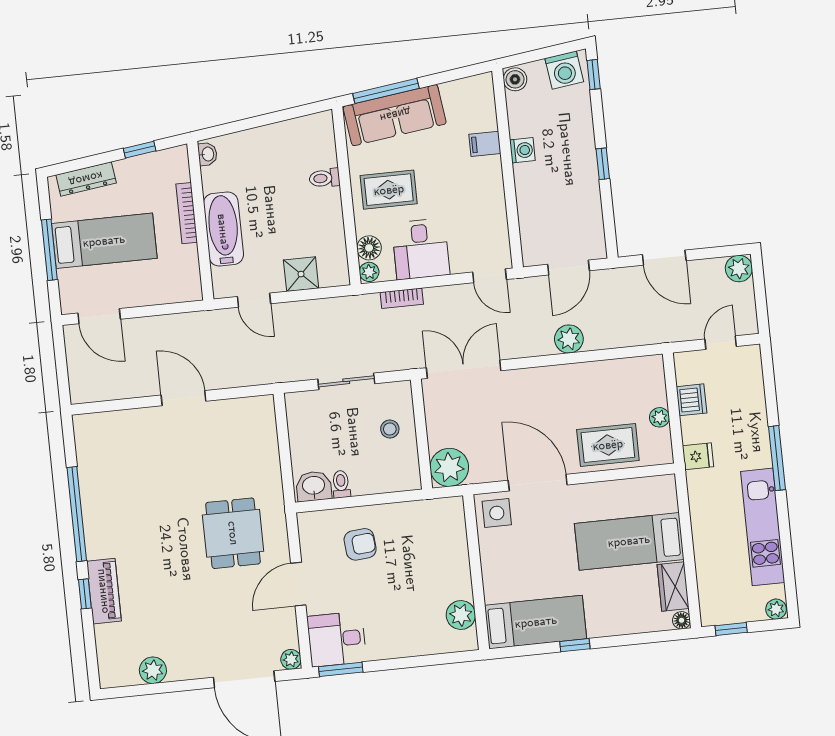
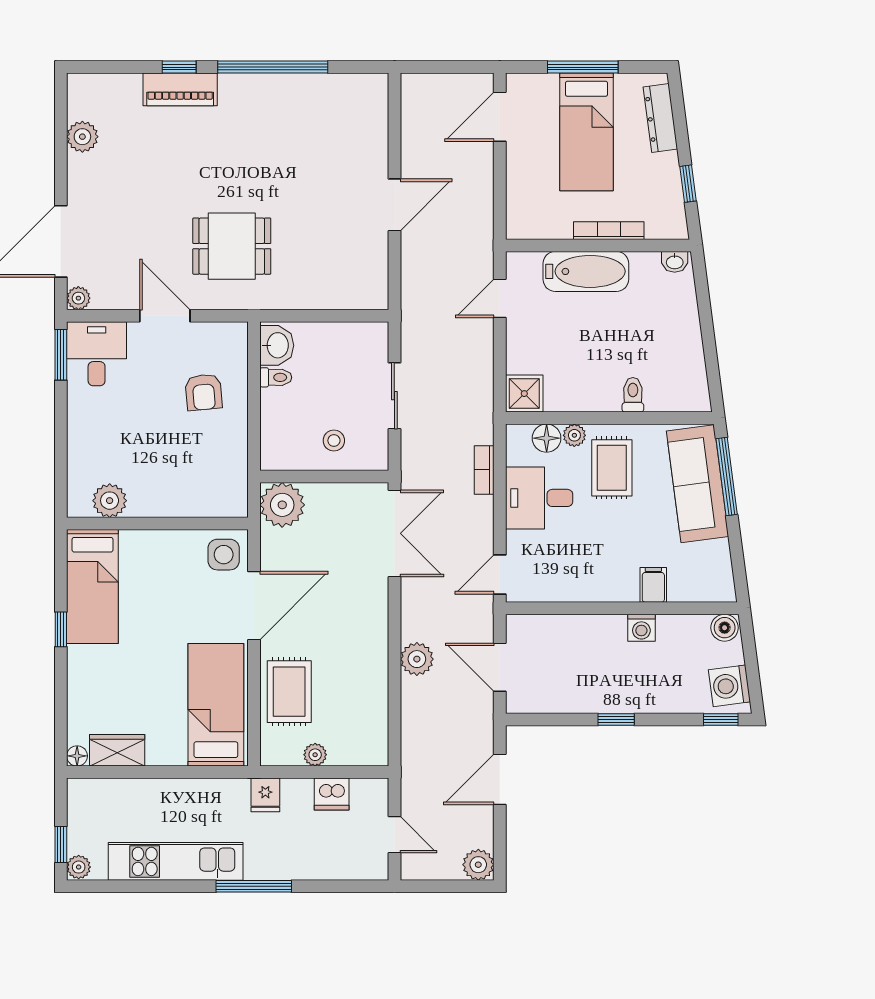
plant: (369, 272) -> (574, 435), moved
shower: (301, 274) -> (524, 394), moved
bed: (629, 541) -> (216, 705), moved
window: (731, 629) -> (61, 845), moved

